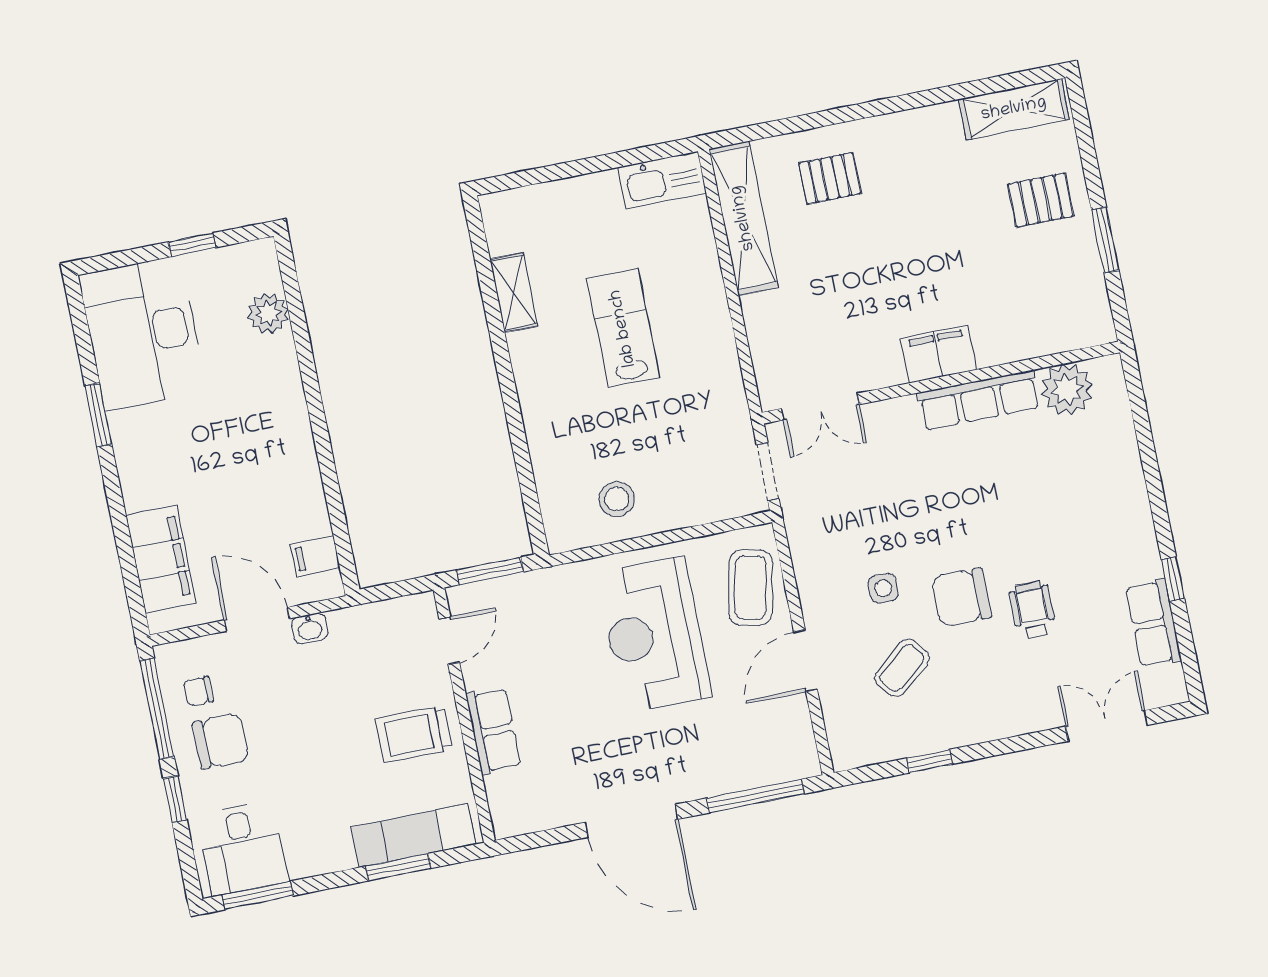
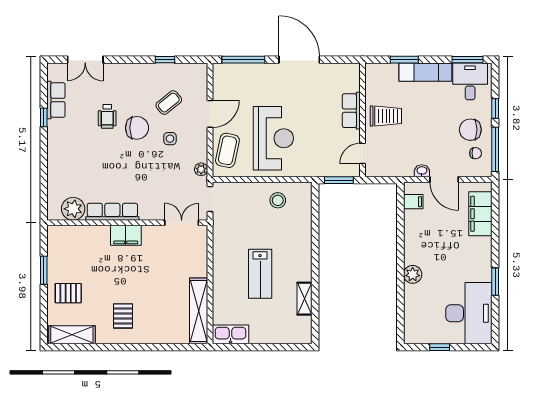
pallet: (830, 178) -> (123, 316), moved, turned 90
plant: (268, 313) -> (413, 274), moved
plant: (801, 534) -> (201, 169), added
exam couch: (413, 836) -> (425, 72), moved

